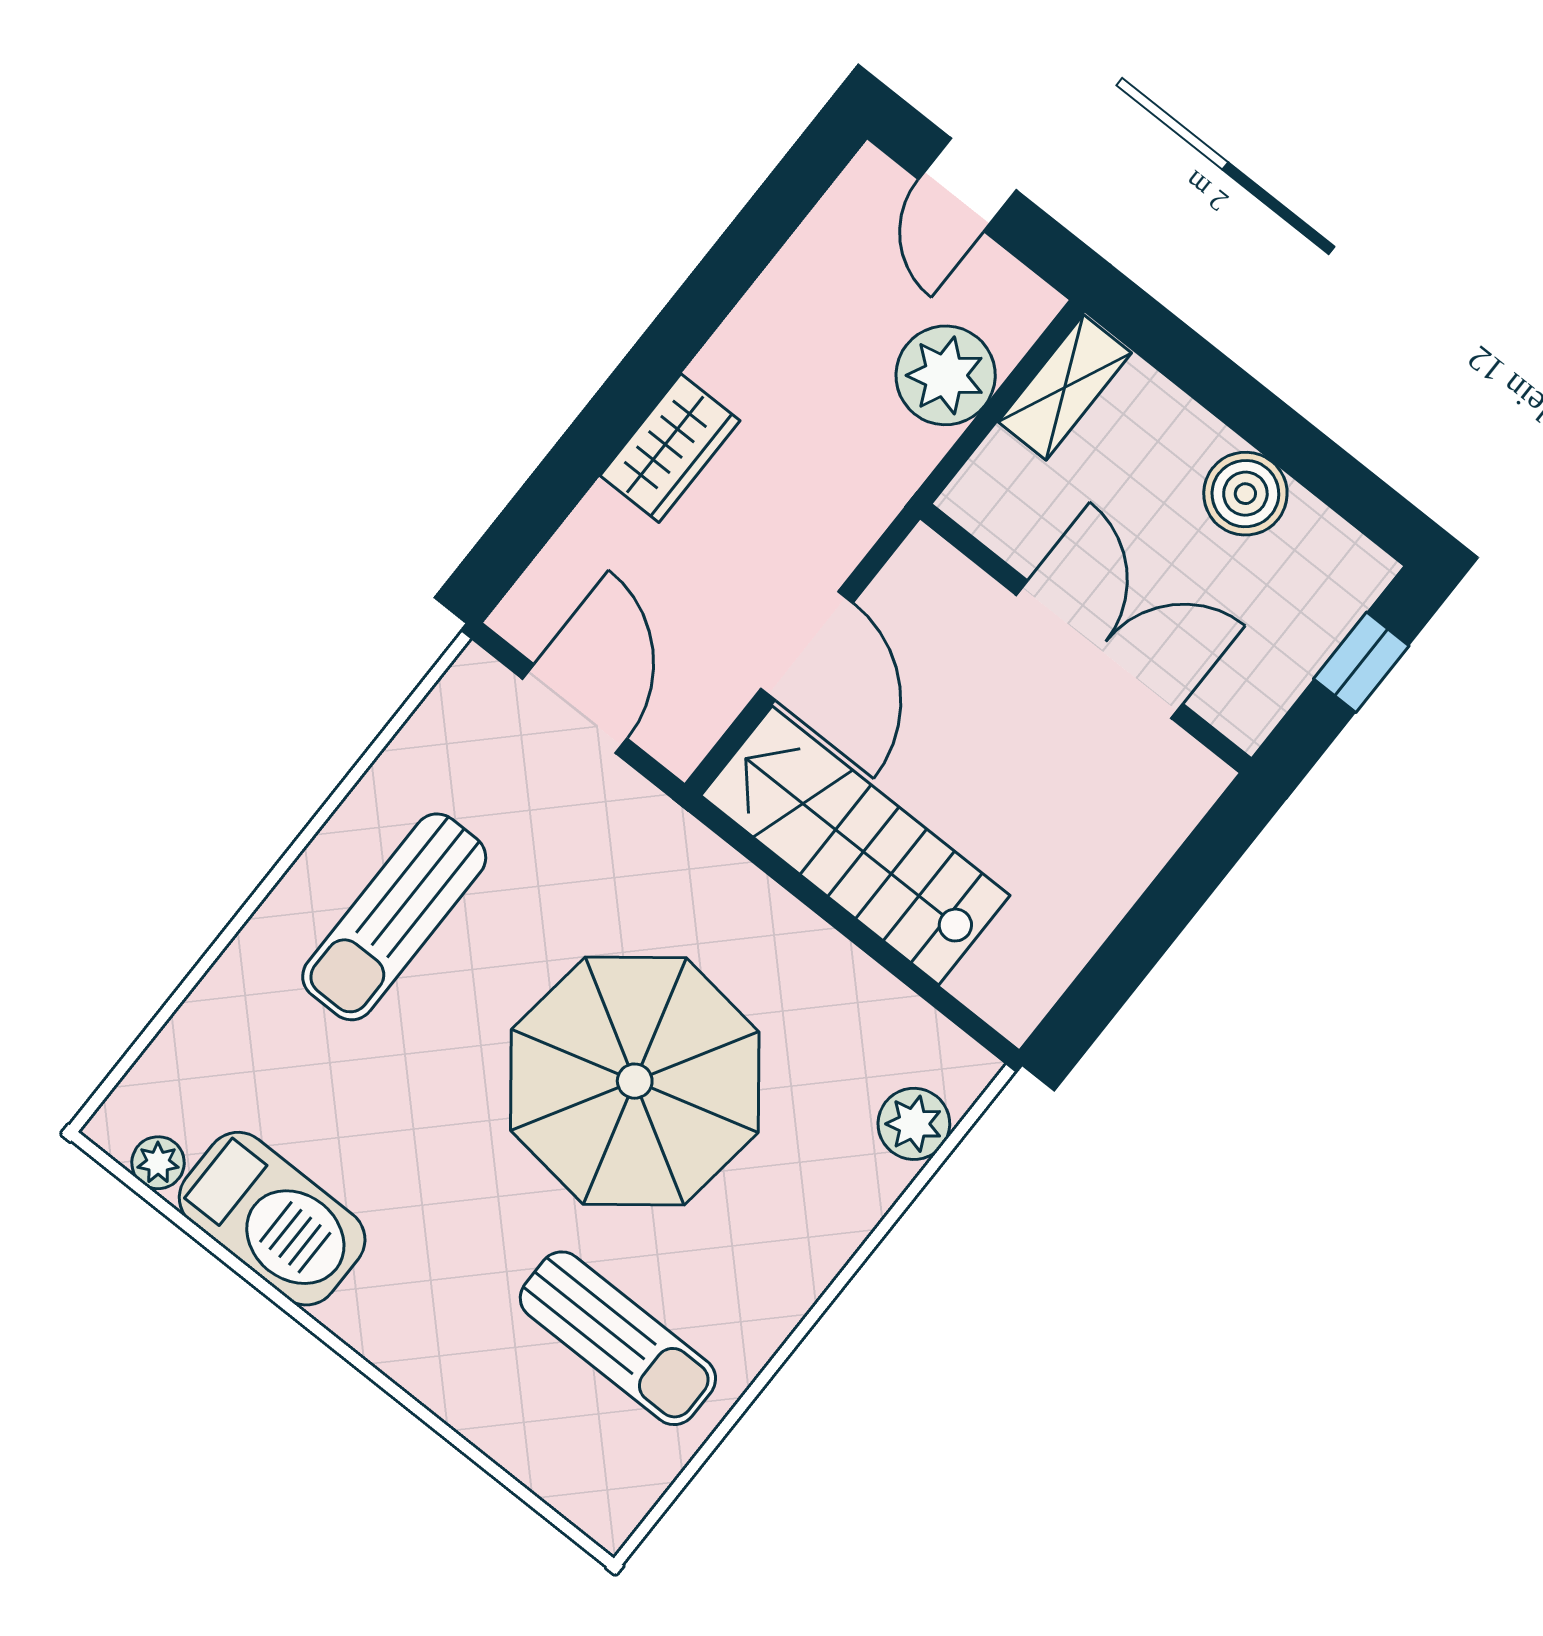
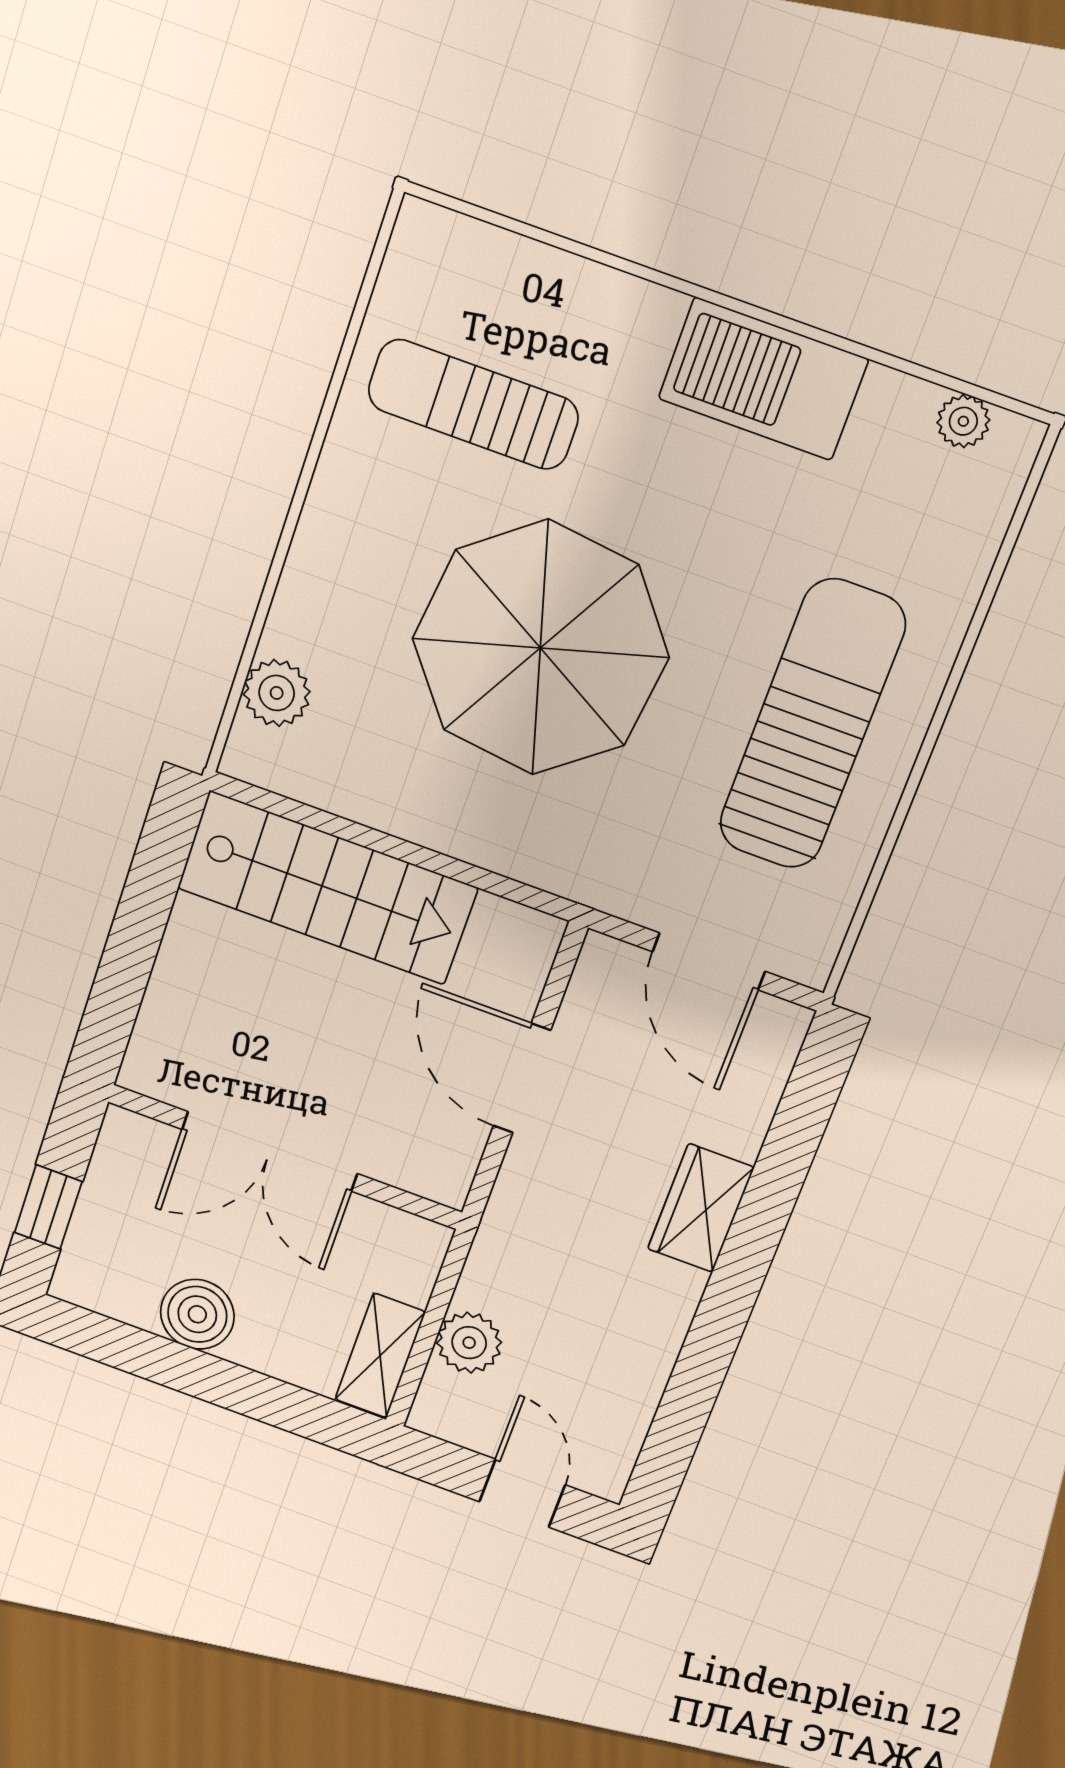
plant: (946, 375) -> (469, 1343), width x0.73, depth x0.73
stairs: (855, 845) -> (327, 888), moved
sun lounger: (394, 917) -> (812, 725), width x1.36, depth x1.34
barbecue: (272, 1219) -> (763, 379), moved

